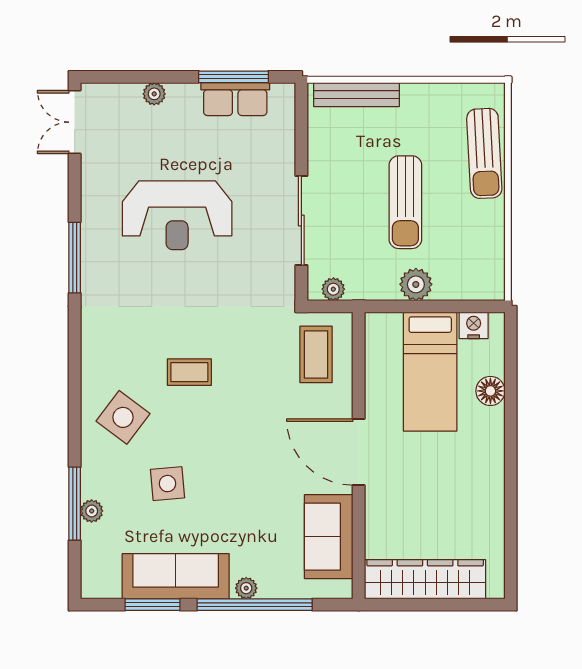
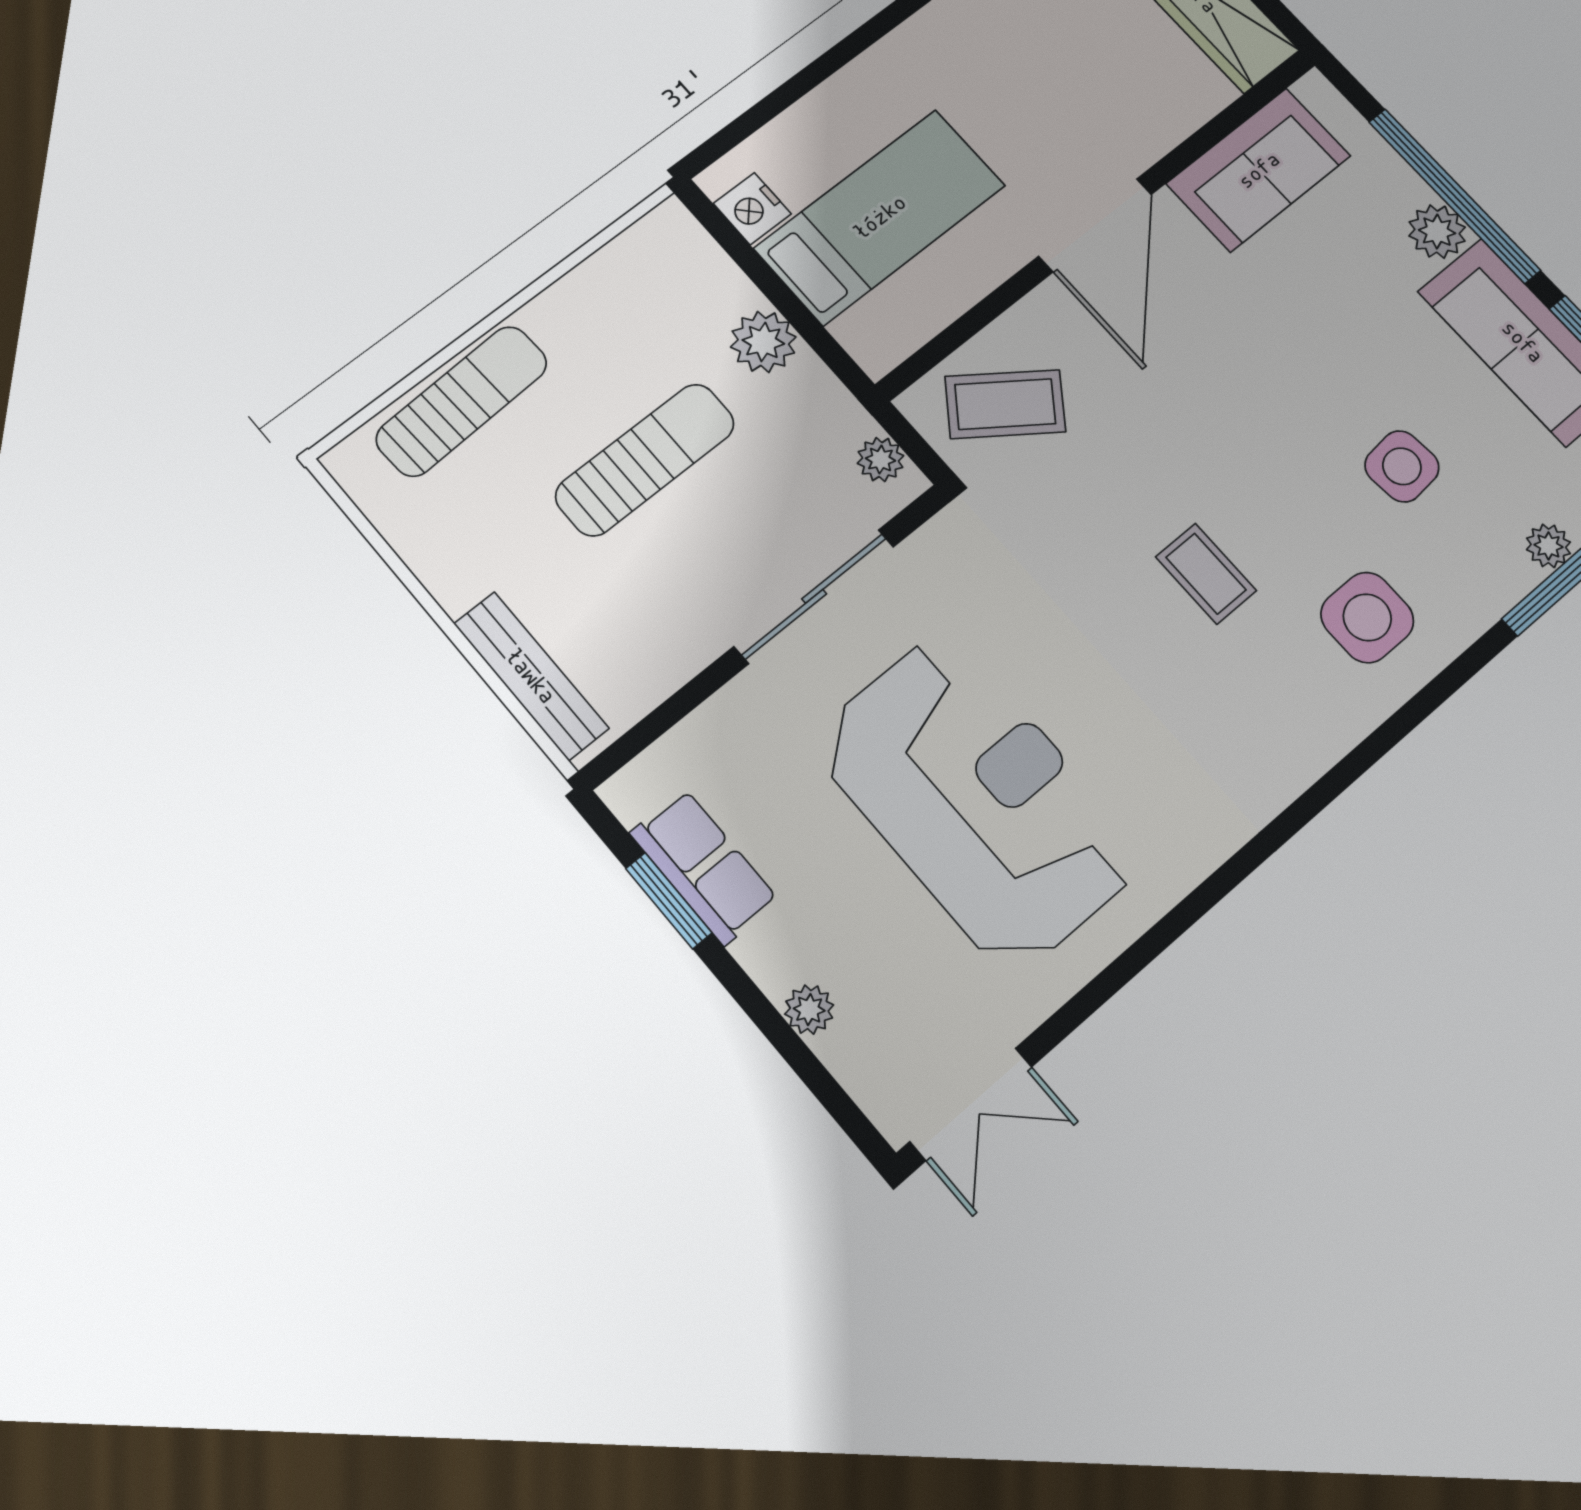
window: (233, 77) -> (669, 901), width x0.69
reception desk: (177, 215) -> (978, 801), width x1.36, depth x1.30
window: (75, 258) -> (1191, 909), removed
coffee table: (316, 354) -> (1005, 404), turned 36
floor lamp: (490, 391) -> (832, 109), removed
side table: (123, 417) -> (1367, 617), turned -37
plant: (246, 588) -> (1437, 232), width x1.38, depth x1.38

